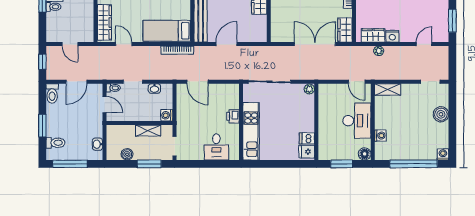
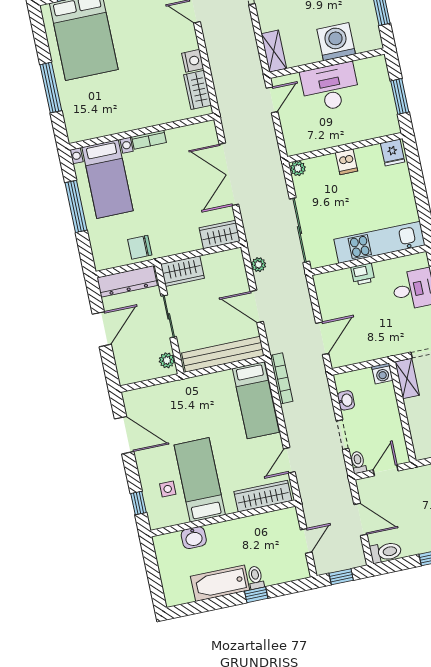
wardrobe: (345, 30) -> (220, 234), moved, turned 180
plant: (379, 51) -> (258, 265), moved
shelving: (148, 131) -> (407, 378), moved
washing machine: (380, 136) -> (336, 42), width x1.89, depth x1.89
dishwasher: (307, 138) -> (347, 162), moved
floor lamp: (365, 154) -> (378, 65), removed

